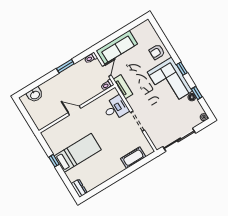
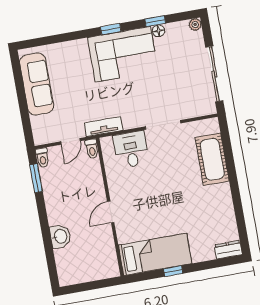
sofa: (117, 47) -> (37, 84), moved
armchair: (157, 52) -> (72, 56), removed
window: (65, 66) -> (36, 178), moved
door: (107, 71) -> (70, 141), swing flipped
washbasin: (35, 95) -> (60, 236), moved
bed: (78, 153) -> (155, 254), moved, turned 90
cot: (133, 158) -> (212, 159), width x1.37, depth x1.34

